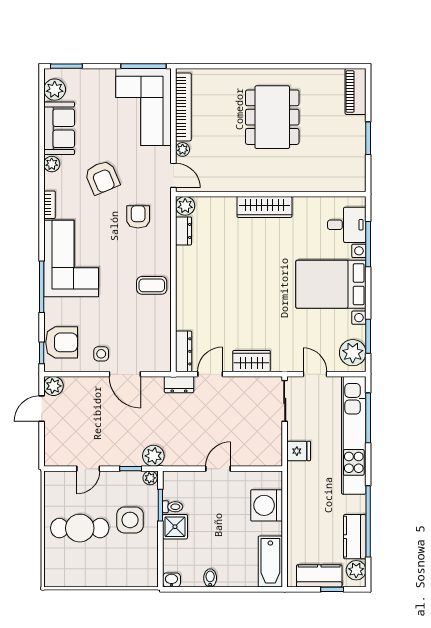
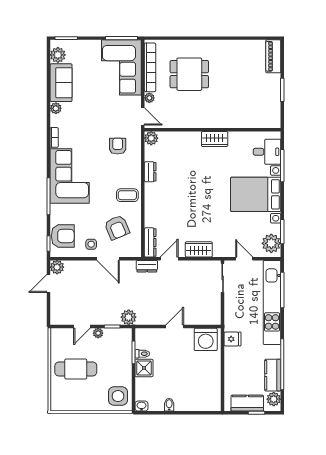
dining table: (272, 117) -> (189, 74), moved, width x0.73
armchair: (102, 177) -> (117, 227), moved
wardrobe: (264, 207) -> (215, 139), width x0.67
dresser: (184, 231) -> (150, 172), moved
fridge: (299, 451) -> (233, 339), moved
plant: (150, 478) -> (98, 333), moved
washing machine: (267, 505) -> (206, 339), moved, turned -90
side table: (130, 520) -> (118, 396), moved
bathtub: (270, 561) -> (212, 393), removed

